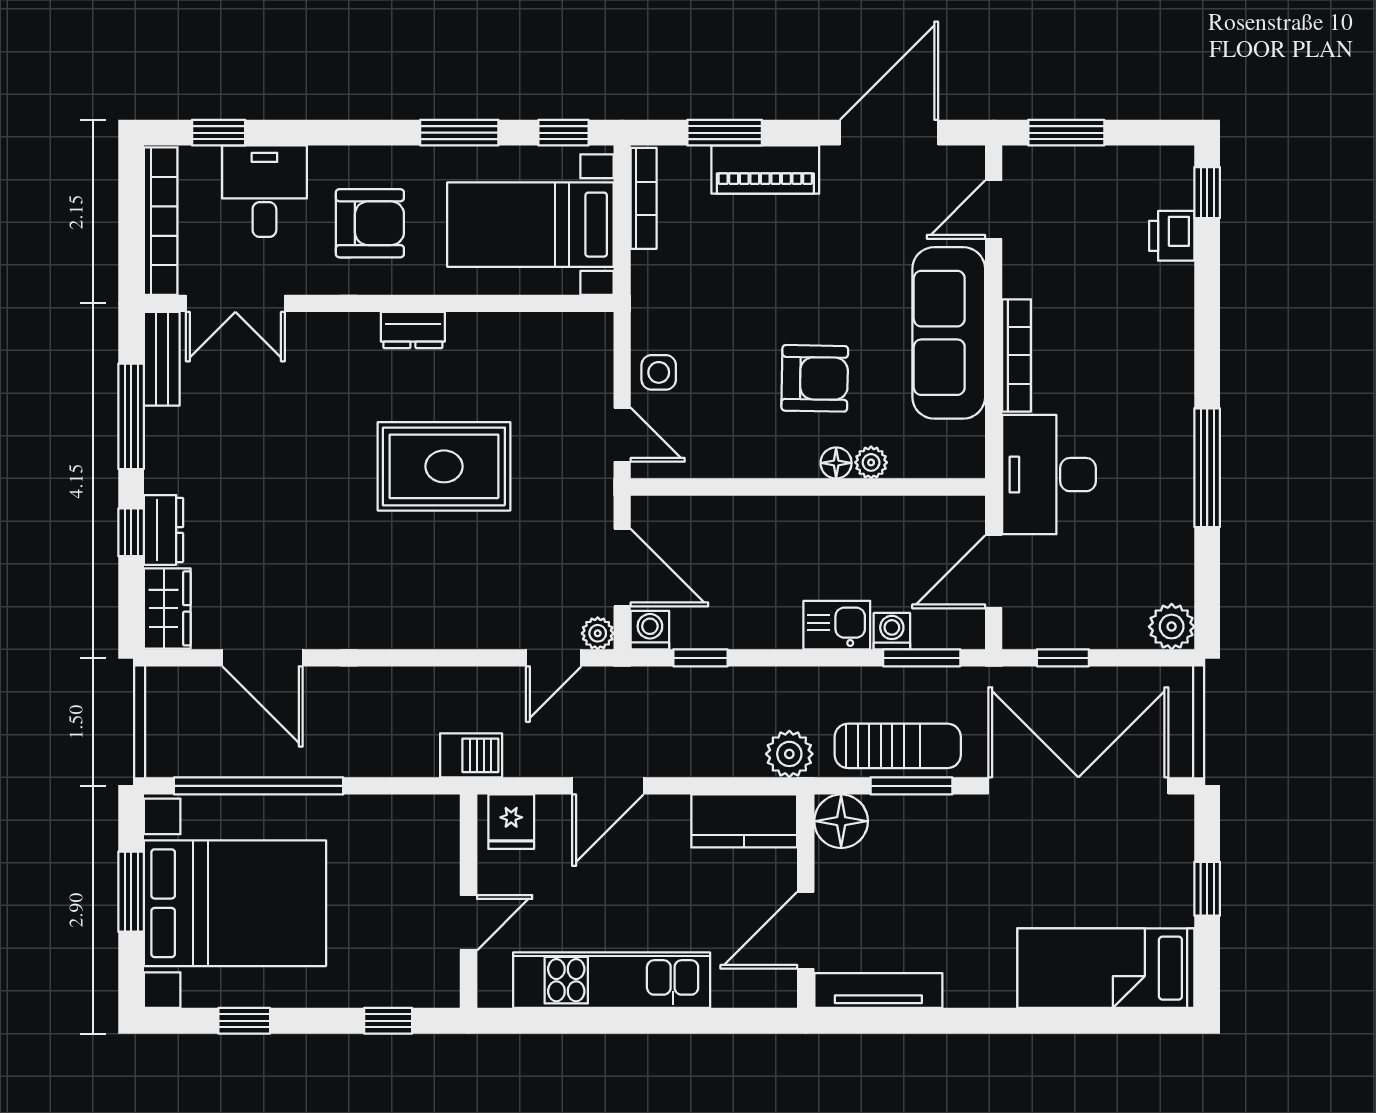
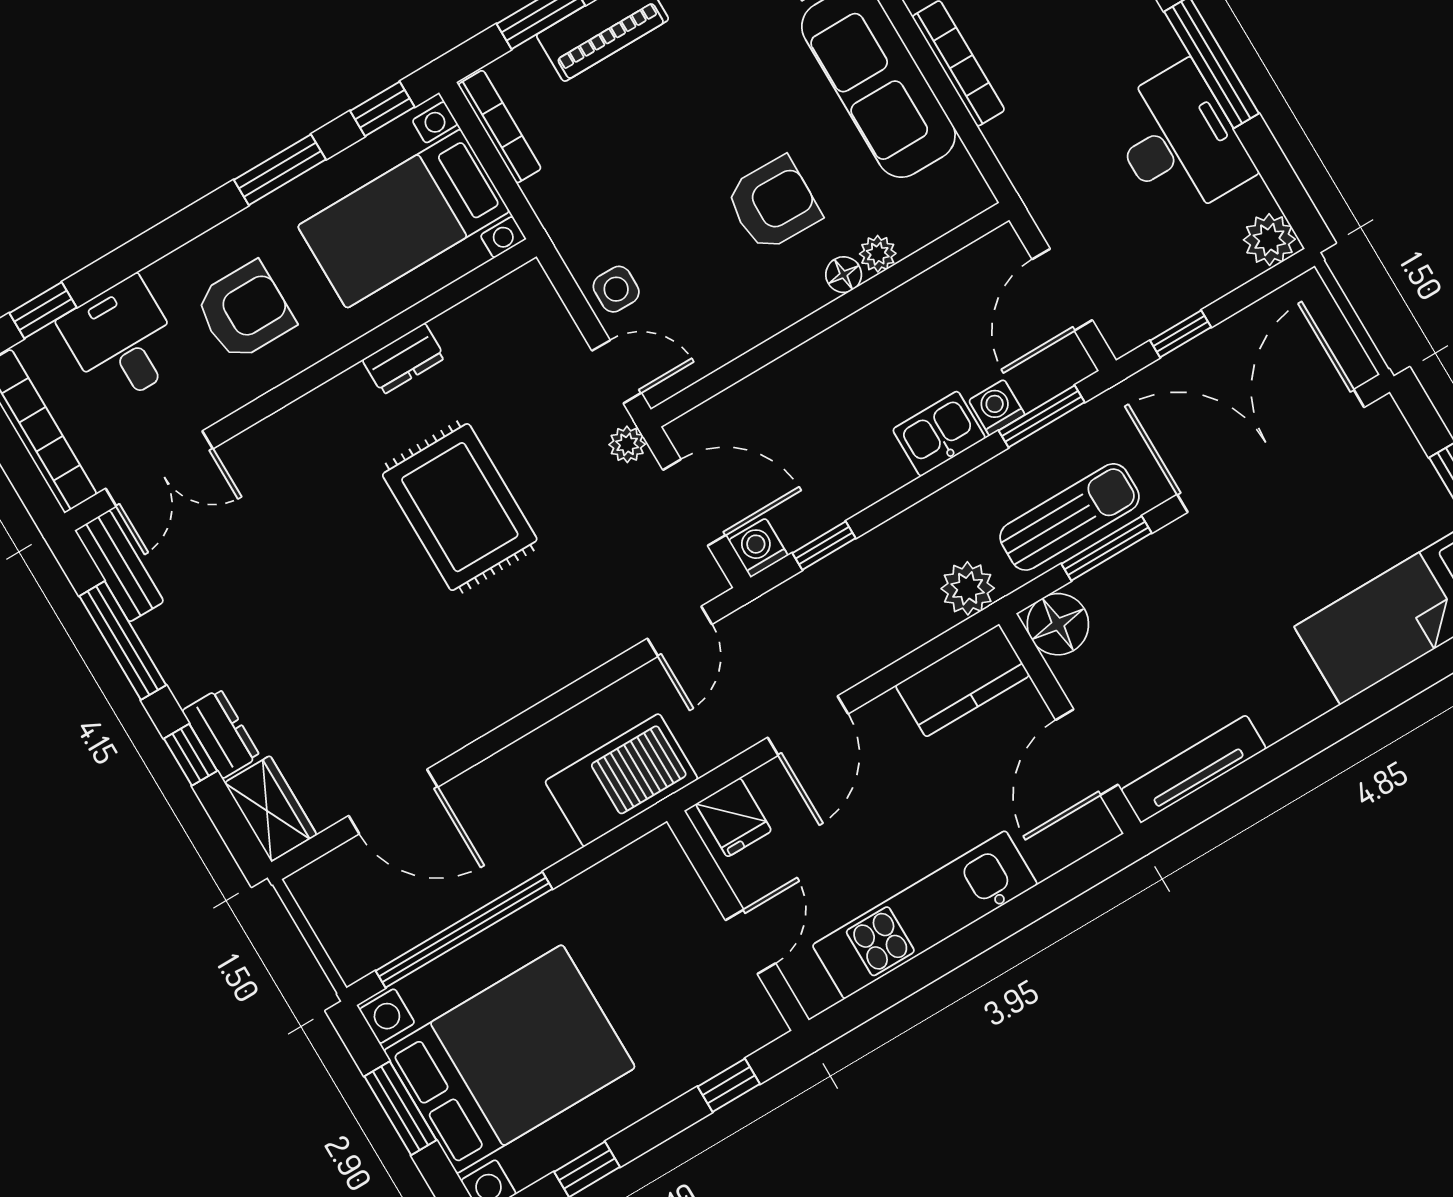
dresser: (413, 330) -> (404, 359), moved
rug: (444, 466) -> (460, 507), turned 90
desk: (1049, 475) -> (1179, 142), moved, turned 180
plant: (598, 633) -> (627, 444), moved
barbecue: (471, 755) -> (621, 780), width x1.88, depth x1.53

